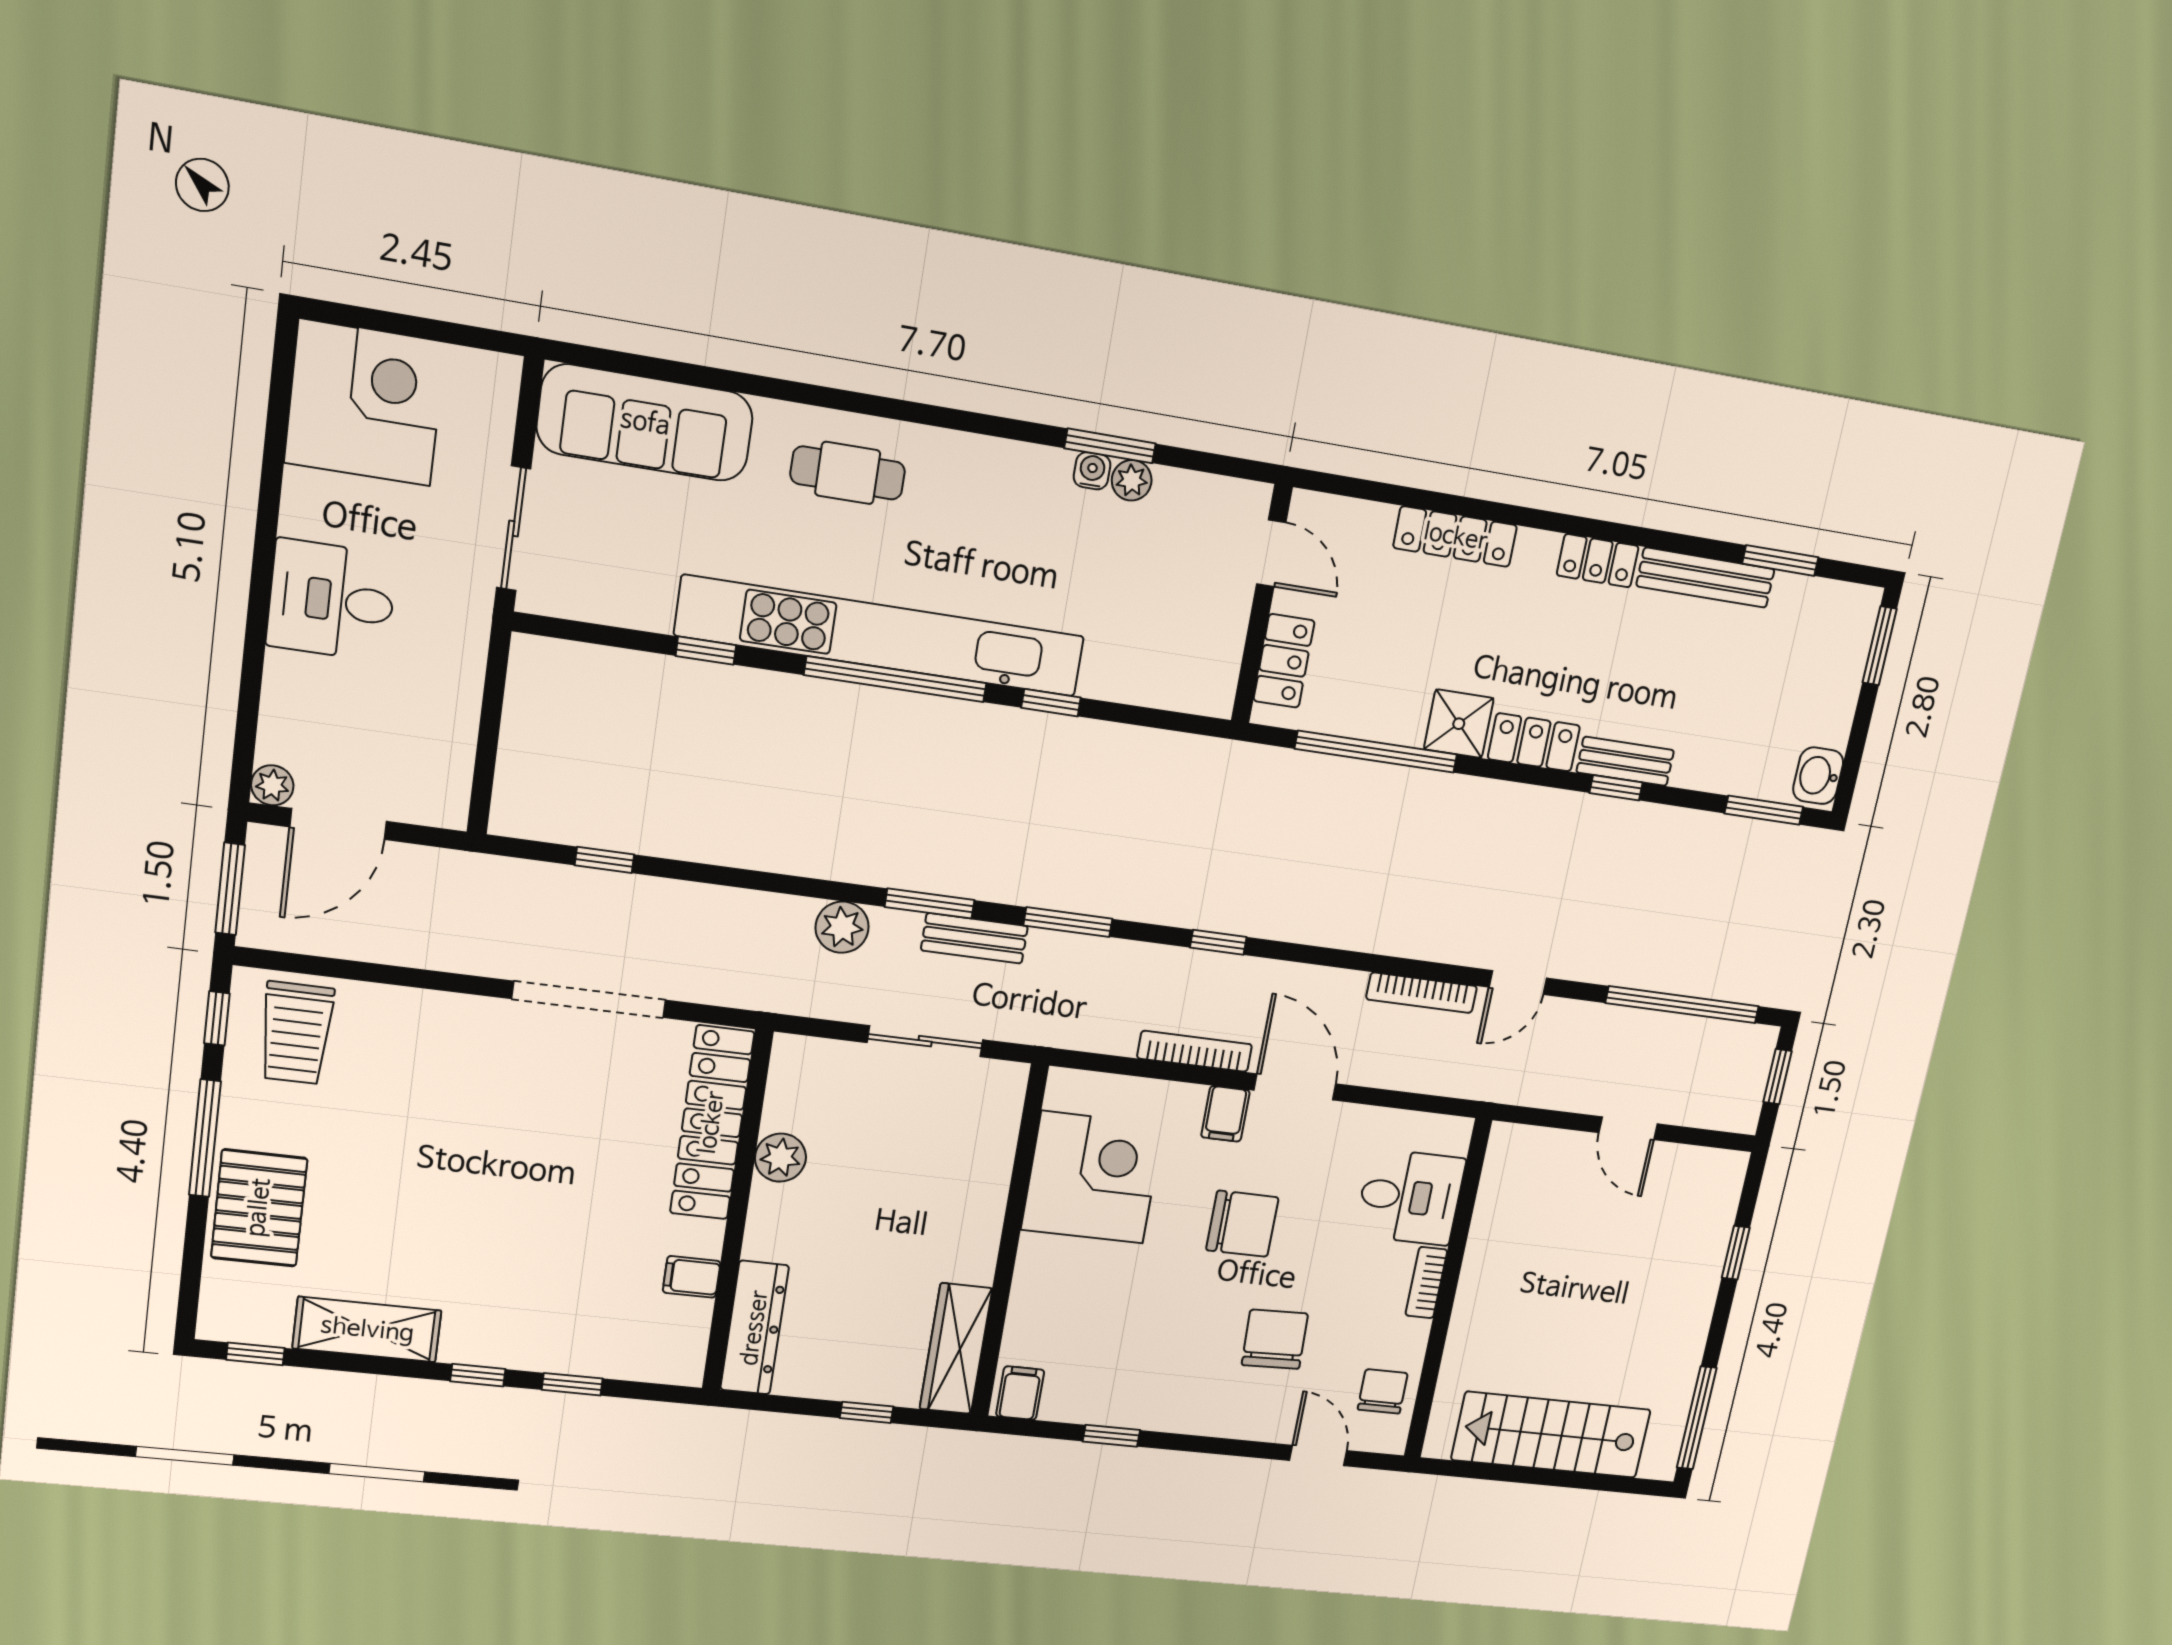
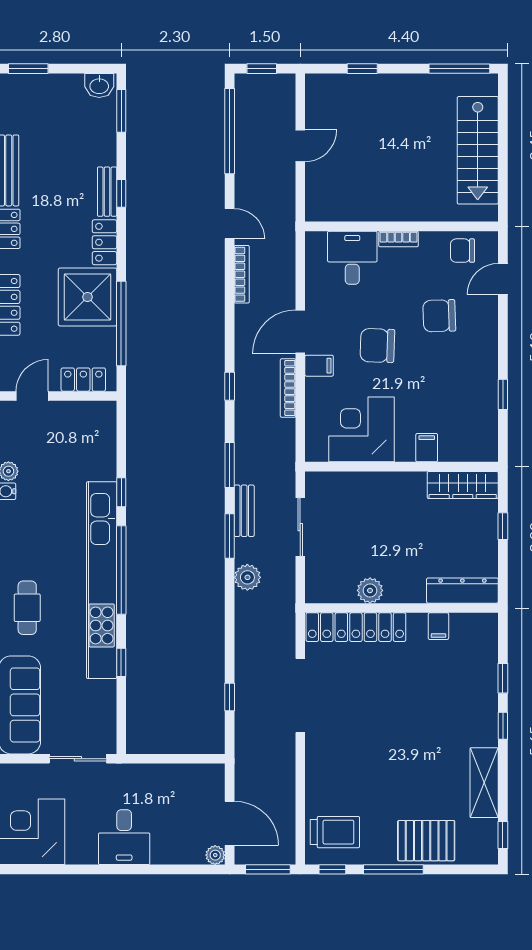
shower: (1459, 724) -> (87, 297), width x1.86, depth x1.86
chair: (1242, 1224) -> (377, 346), turned -88
filing cabinet: (1020, 1393) -> (427, 448), moved, turned 90

